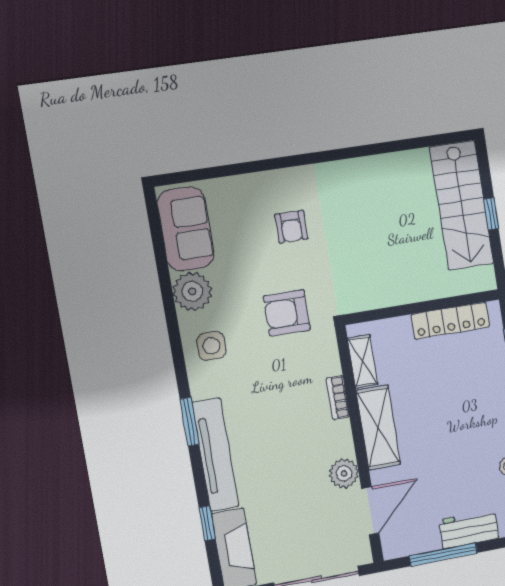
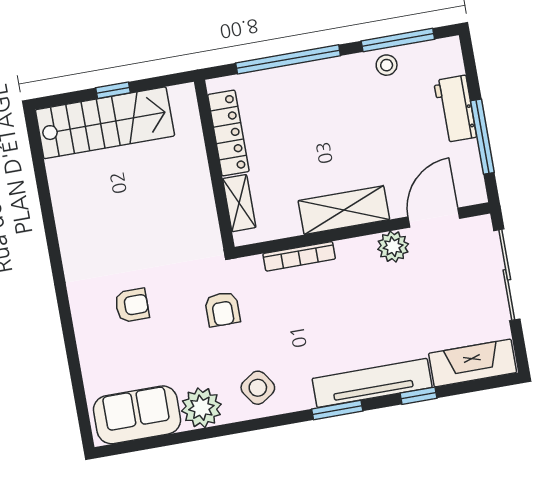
armchair: (287, 313) -> (222, 309), width x0.72, depth x0.72
side table: (211, 346) -> (258, 388), turned -34
shelving: (363, 361) -> (239, 203), moved, turned 90
bookcase: (338, 398) -> (299, 256), width x1.56
door: (370, 511) -> (434, 218), hinge flipped
window: (207, 523) -> (418, 396), moved

